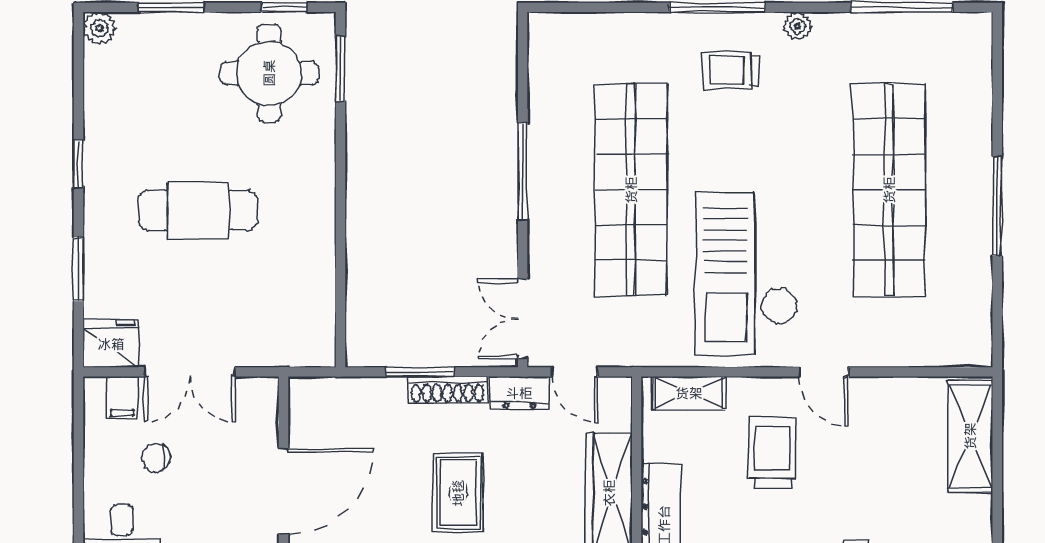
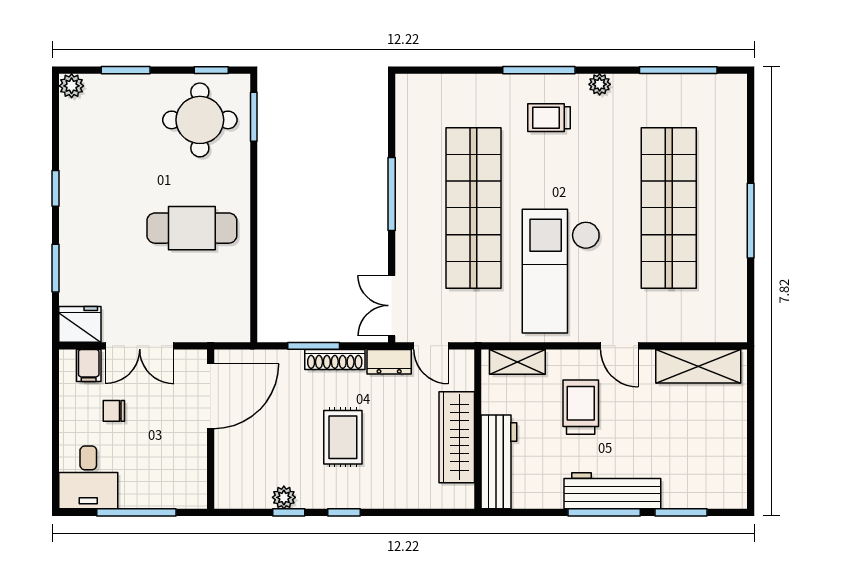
cafe table: (198, 210) -> (192, 228), moved
shelving: (970, 436) -> (698, 366), moved, turned 90
door: (283, 491) -> (211, 396), moved

